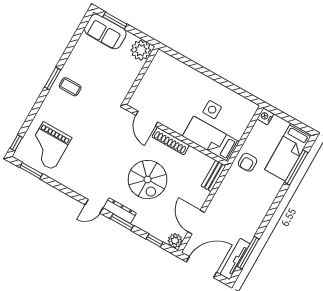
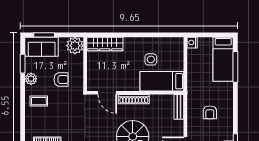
plant: (75, 59) -> (31, 79), added
wardrobe: (173, 66) -> (105, 44), added
window: (53, 78) -> (23, 64), moved
armchair: (106, 78) -> (61, 80), added
armchair: (248, 162) -> (210, 112), moved

